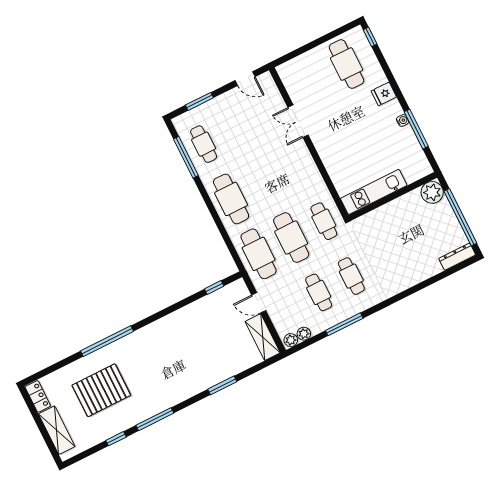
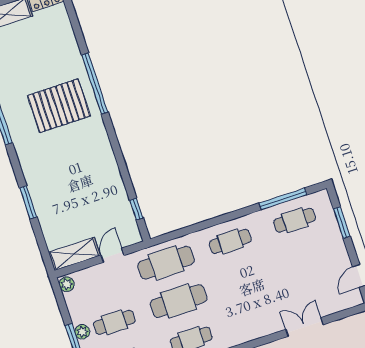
cafe table: (231, 199) -> (230, 241), width x0.73, depth x0.74
plant: (304, 334) -> (82, 332), moved
pallet: (101, 390) -> (59, 106), moved, turned 90

